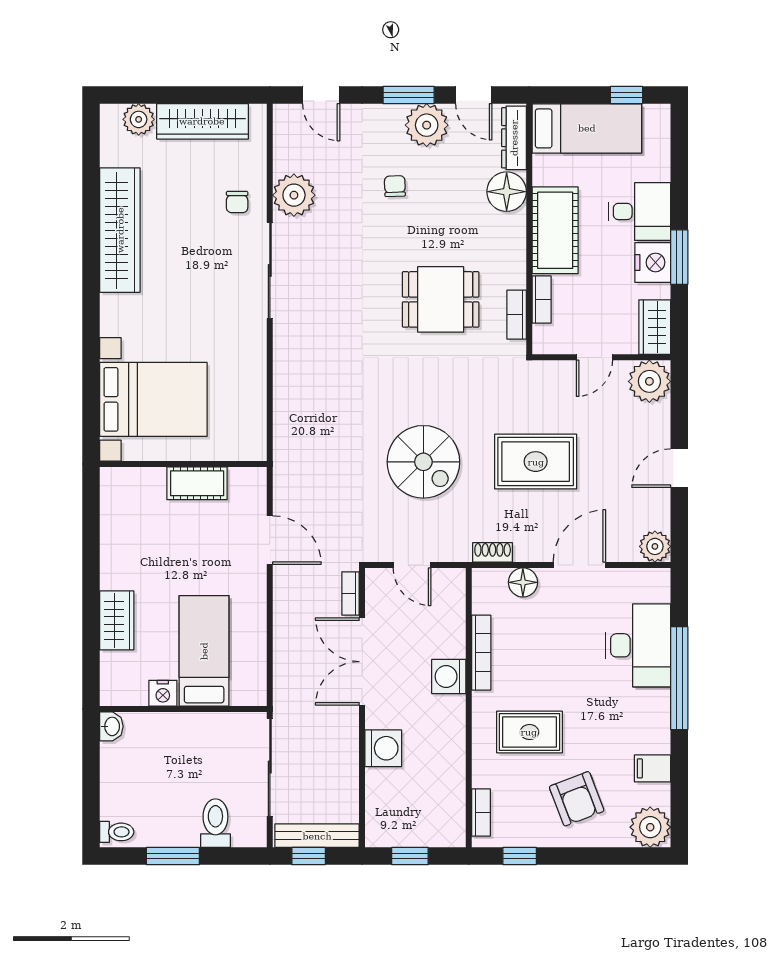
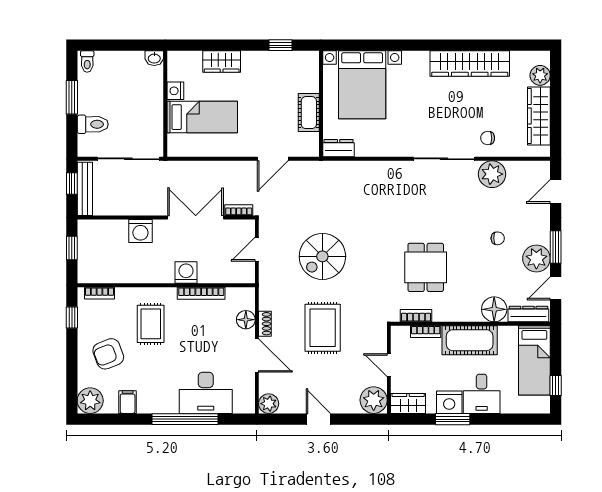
dresser: (253, 436) -> (339, 148), added
window: (91, 528) -> (280, 45), added
shoe rack: (493, 552) -> (265, 324), moved

